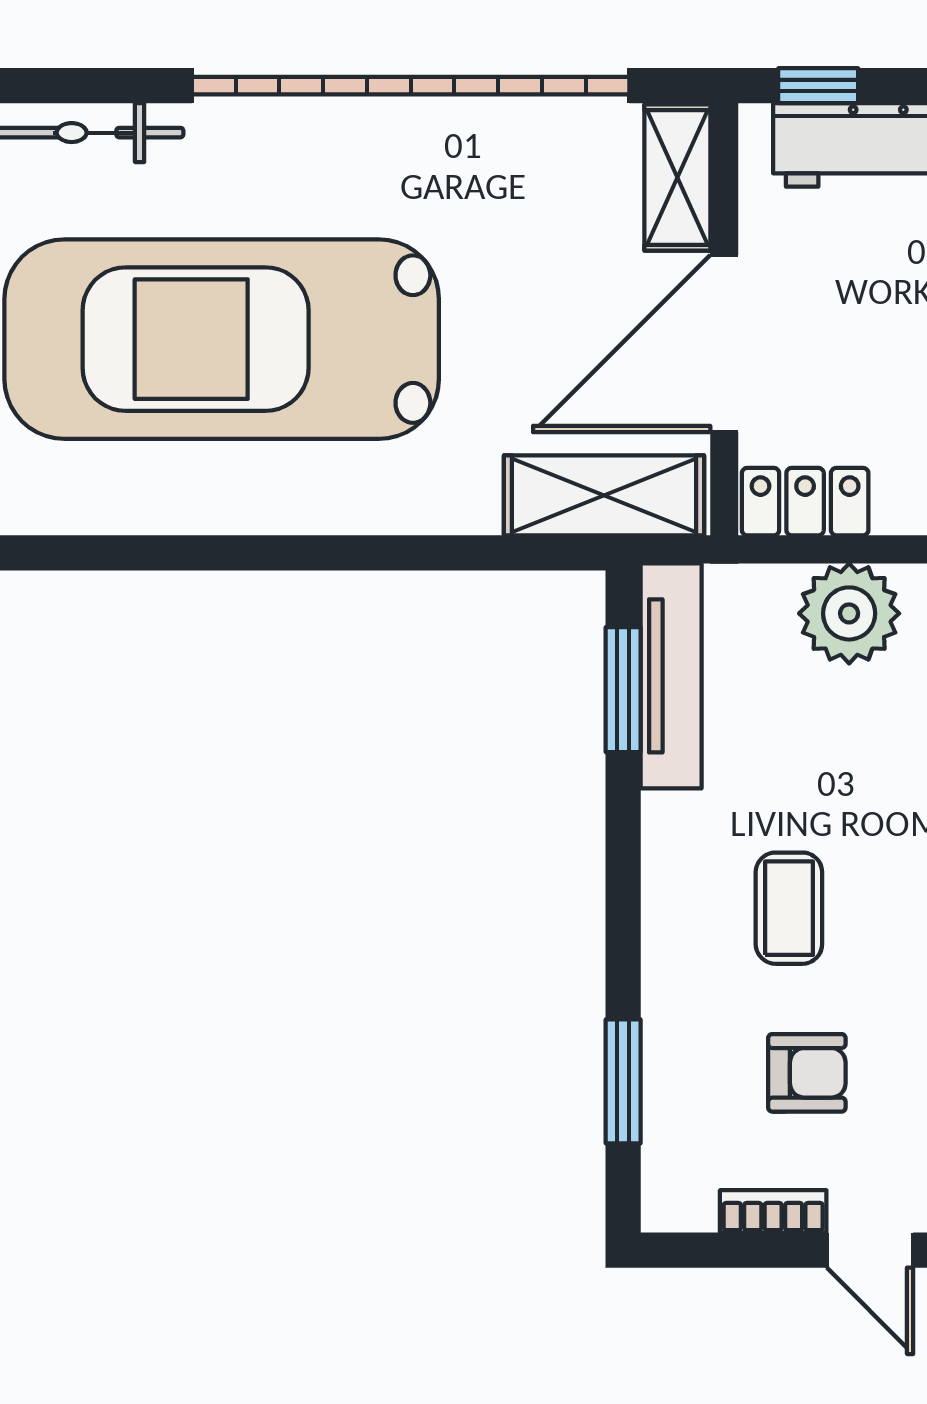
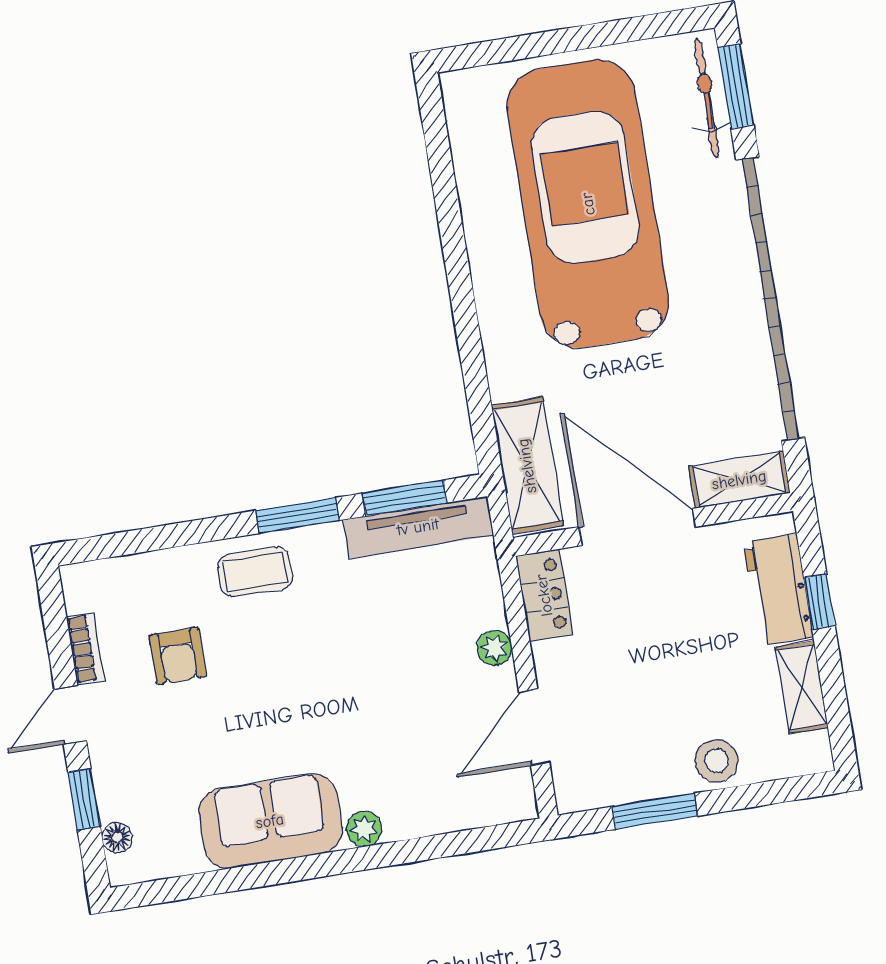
window: (80, 86) -> (736, 86), added
window: (818, 86) -> (819, 602), moved
plant: (849, 613) -> (494, 648), width x0.53, depth x0.53
coffee table: (789, 908) -> (255, 572), moved
window: (623, 1081) -> (297, 515), moved

